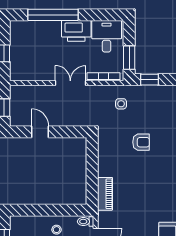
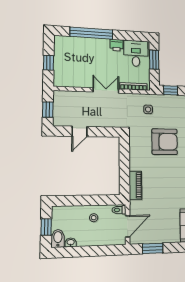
printer: (76, 31) -> (117, 45), width x0.53, depth x0.68
window: (129, 58) -> (154, 60), moved
door: (40, 132) -> (80, 131), swing flipped
armchair: (141, 142) -> (165, 142), width x1.88, depth x1.88

